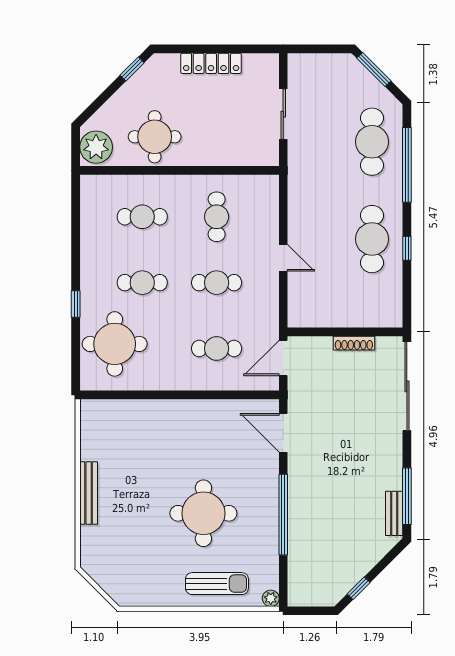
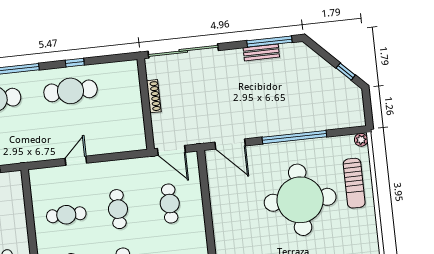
door: (283, 258) -> (76, 161), moved
door: (283, 433) -> (230, 144), hinge flipped
round table: (203, 513) -> (300, 200), width x1.36, depth x1.36
bench: (394, 513) -> (261, 52), moved
sun lounger: (217, 584) -> (354, 183), turned 180

